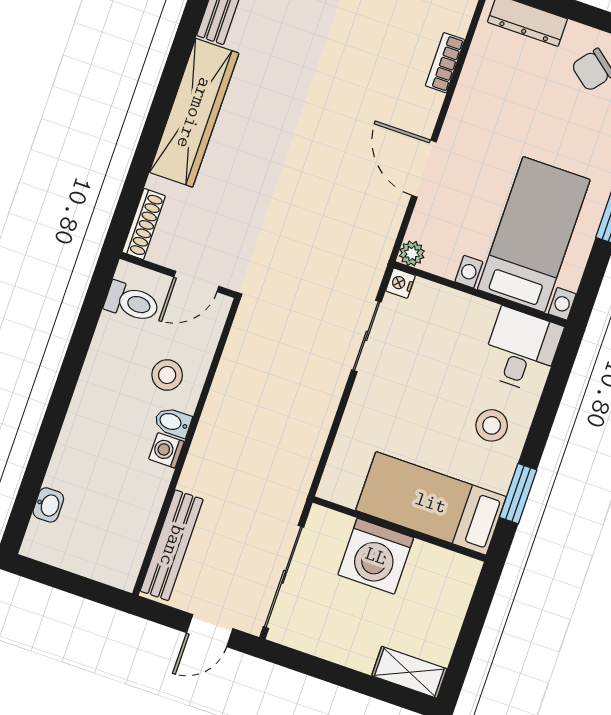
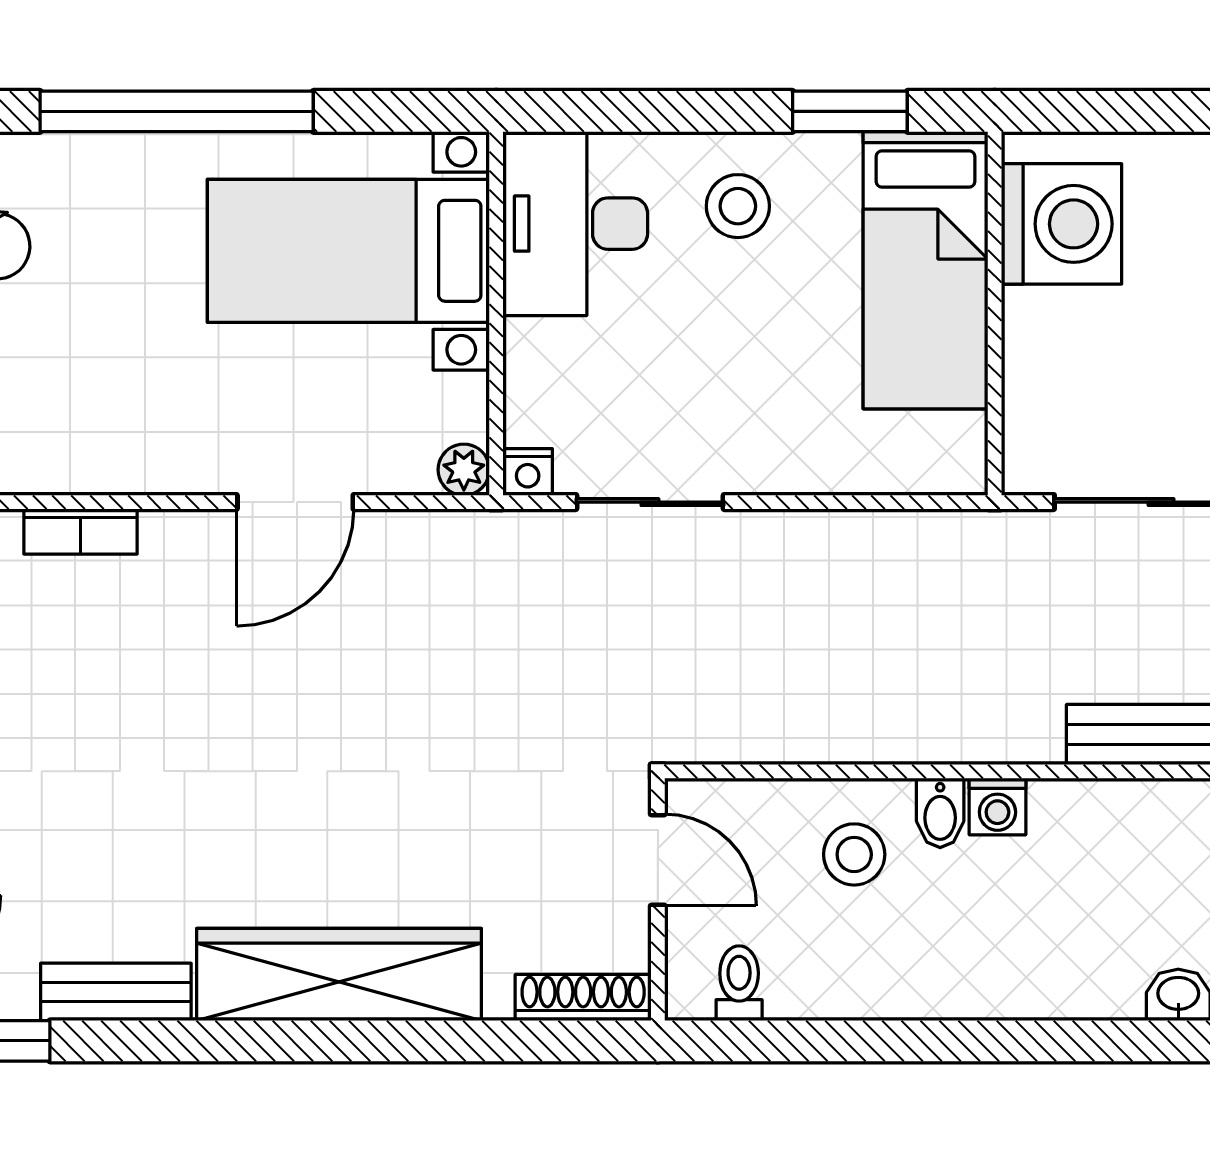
toilet: (132, 302) -> (739, 983), width x0.73, depth x0.72
desk: (522, 350) -> (575, 224), width x1.37
washing machine: (376, 556) -> (1062, 224), moved

